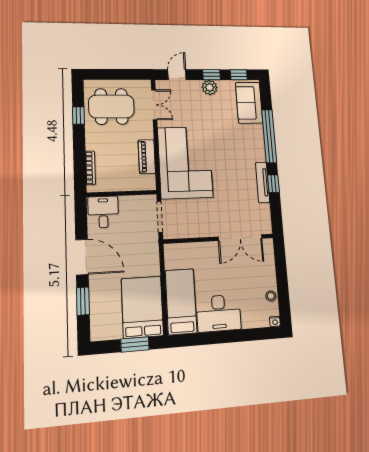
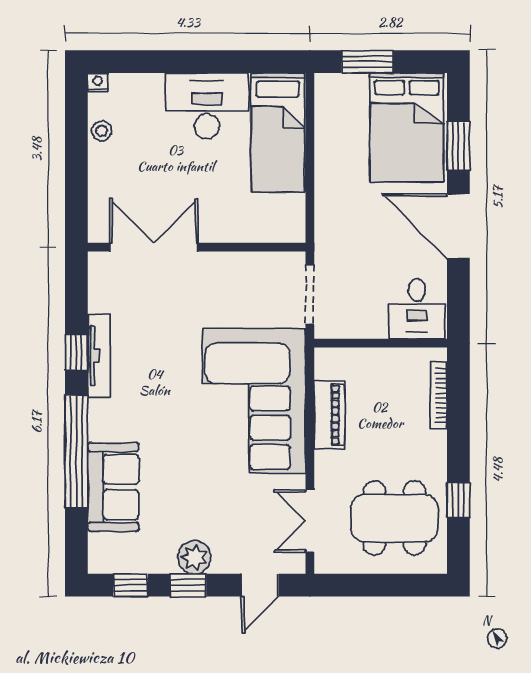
sofa: (249, 103) -> (113, 487), moved
bed: (142, 307) -> (407, 127), moved

